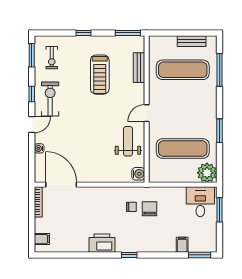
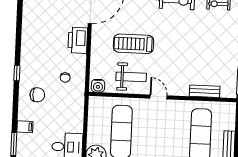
treadmill: (100, 75) -> (133, 44), moved
chair: (149, 209) -> (37, 95), moved
printer: (102, 243) -> (78, 40), moved, turned 180

